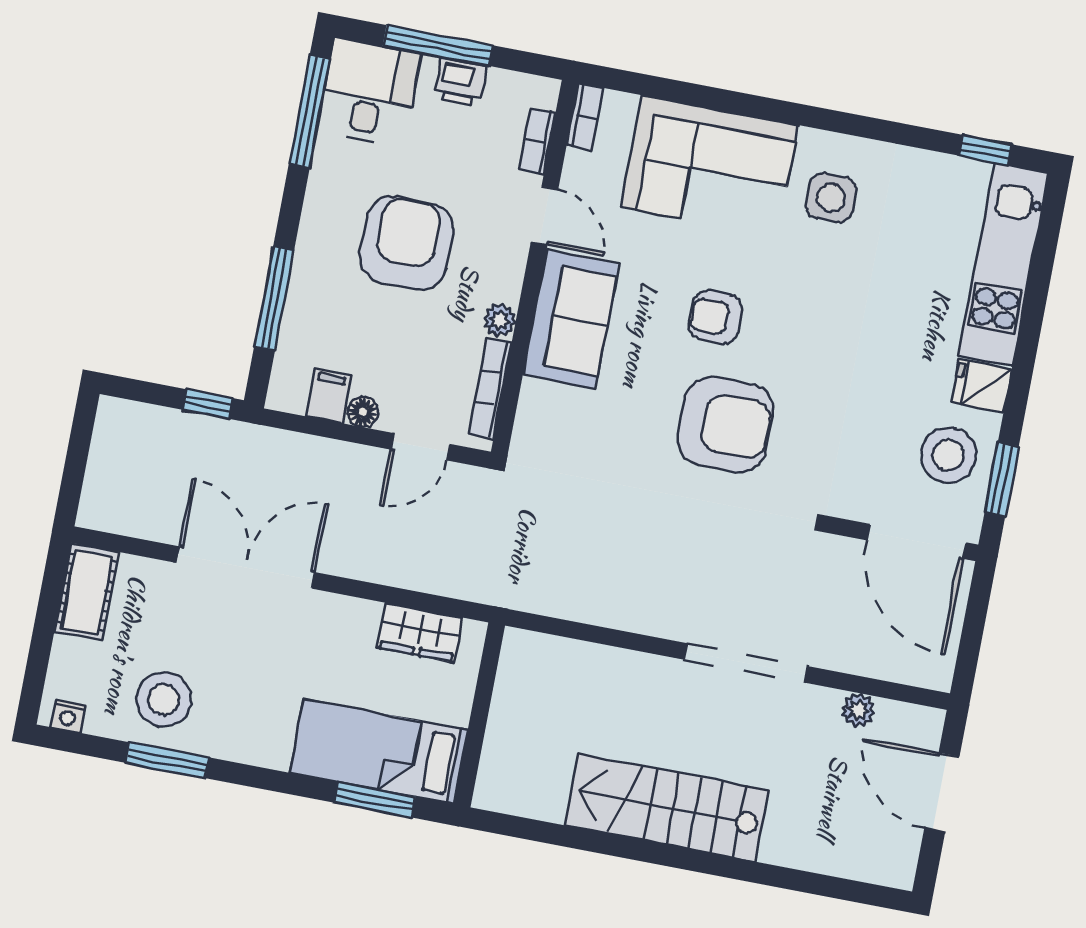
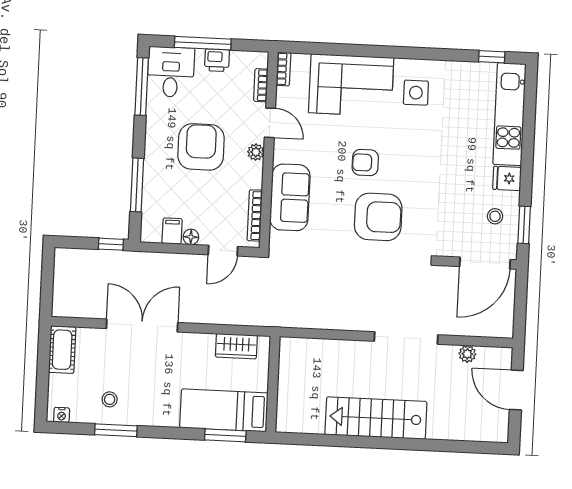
sofa: (571, 319) -> (290, 197), moved
plant: (500, 320) -> (256, 152), moved
stool: (948, 455) -> (495, 216), width x0.53, depth x0.53
door: (917, 541) -> (485, 263), hinge flipped
stool: (164, 700) -> (110, 399), width x0.53, depth x0.53

